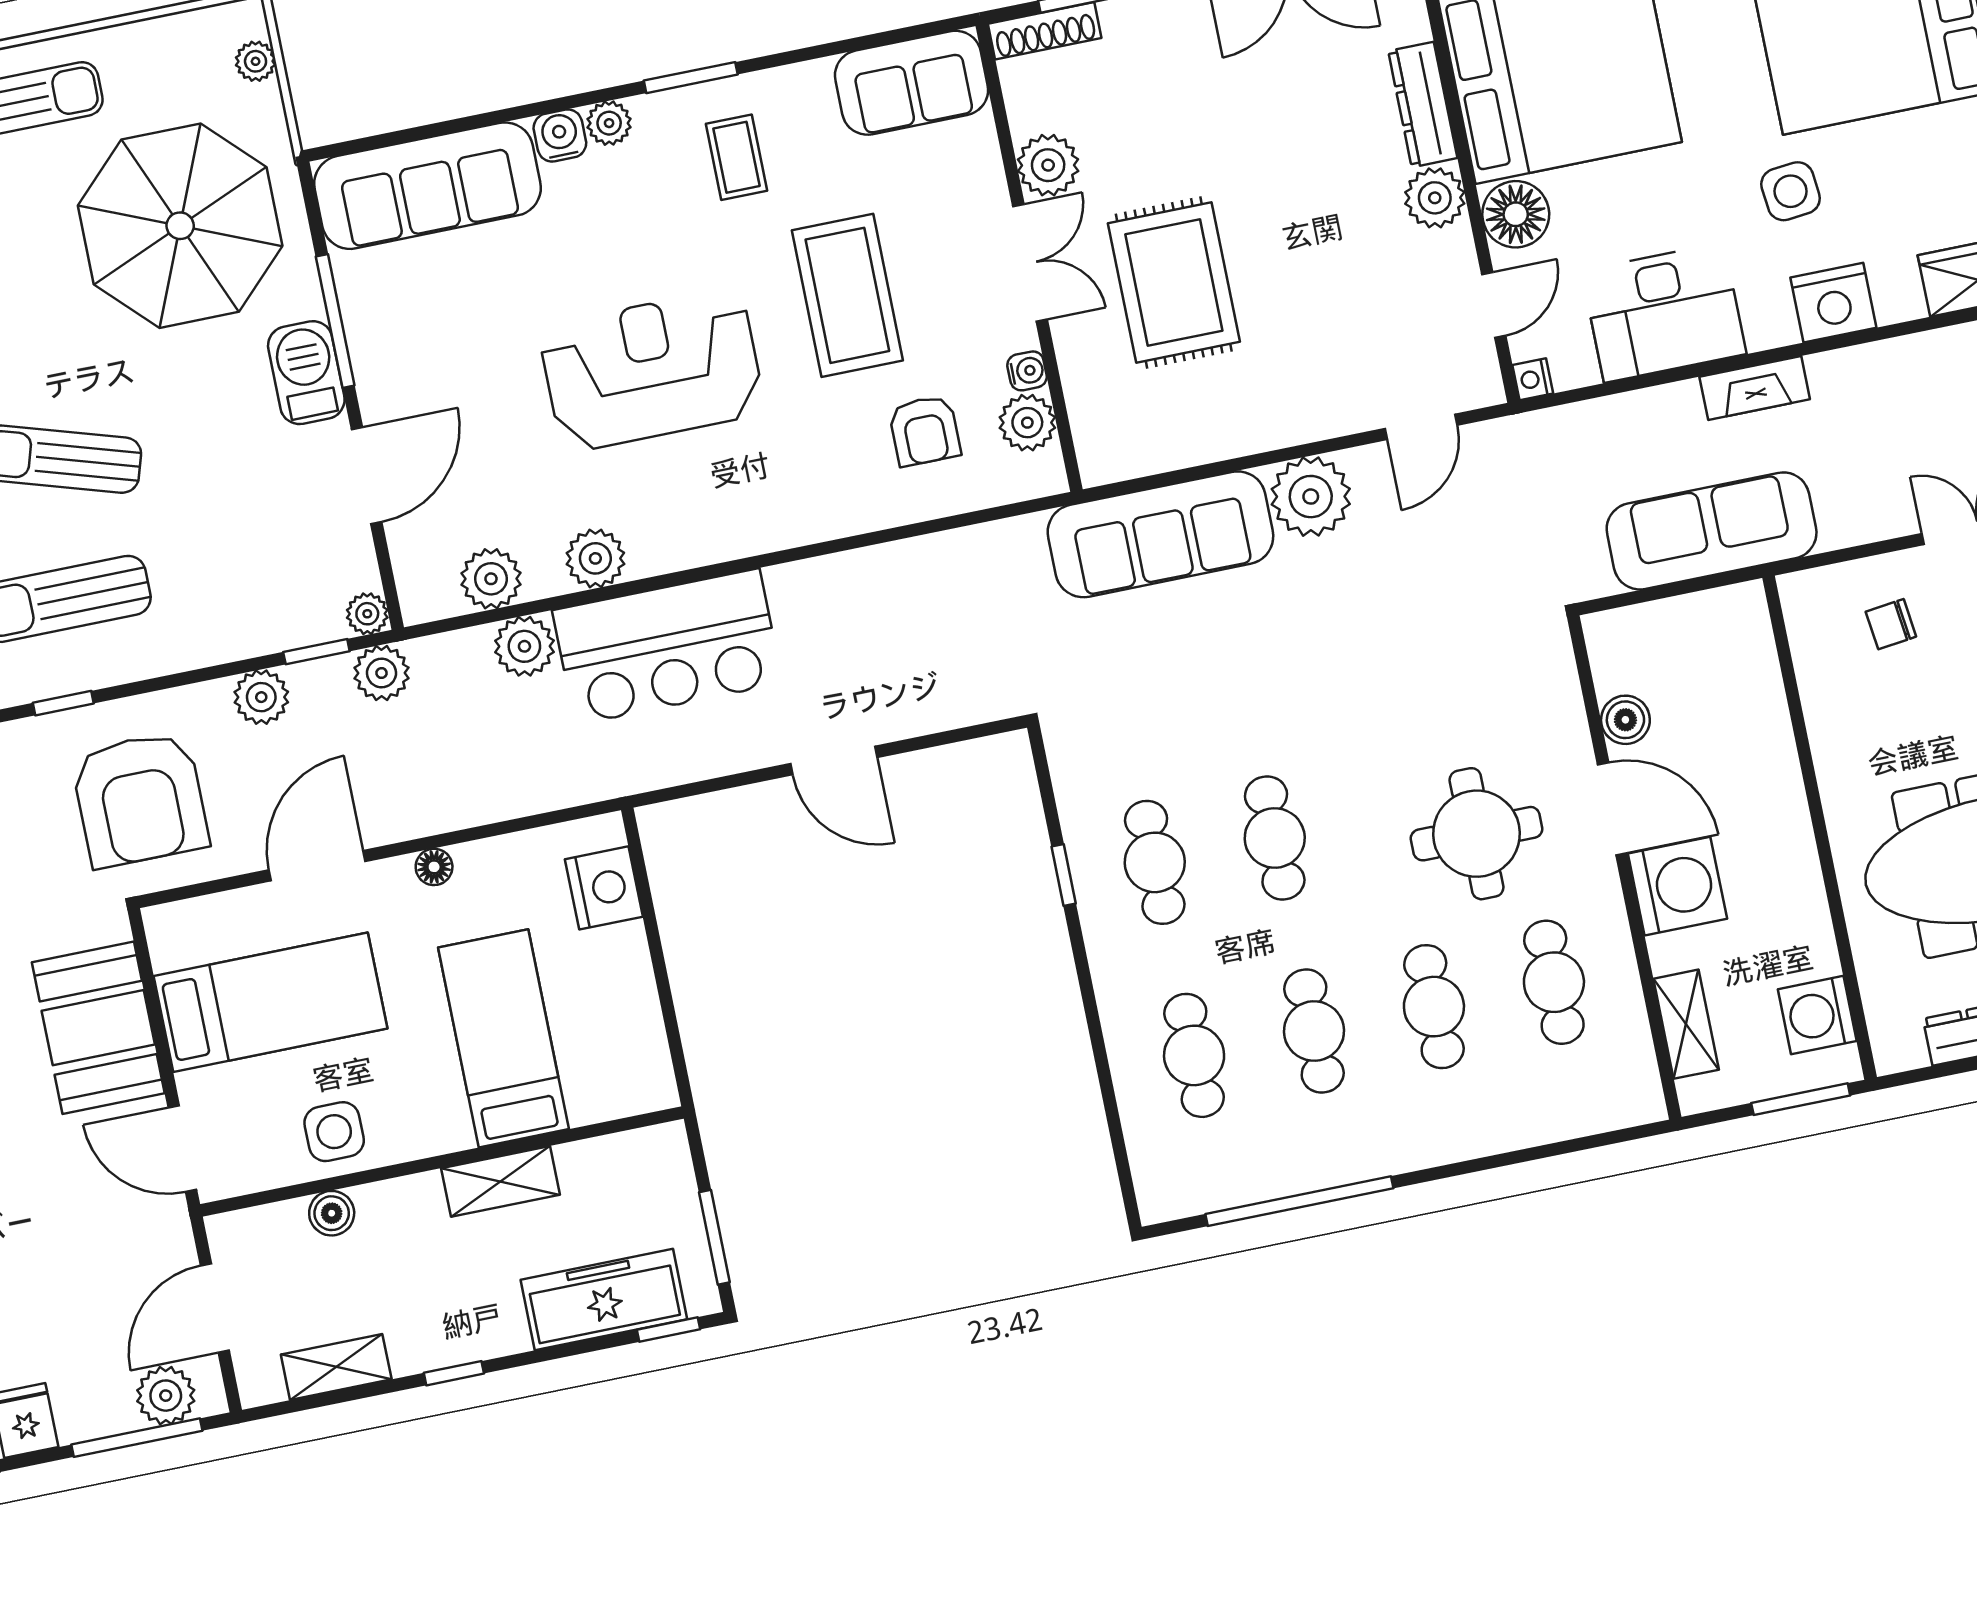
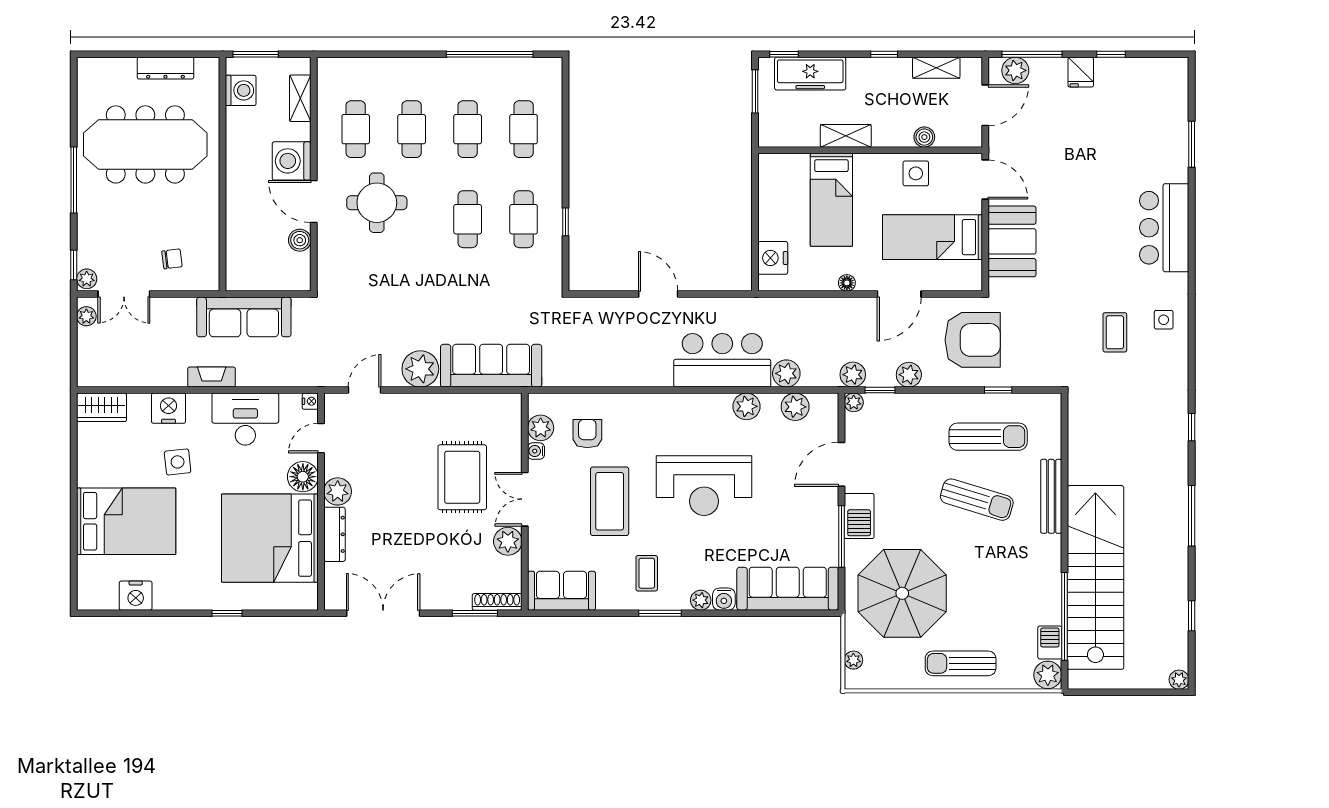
armchair: (140, 799) -> (973, 340), turned 90

